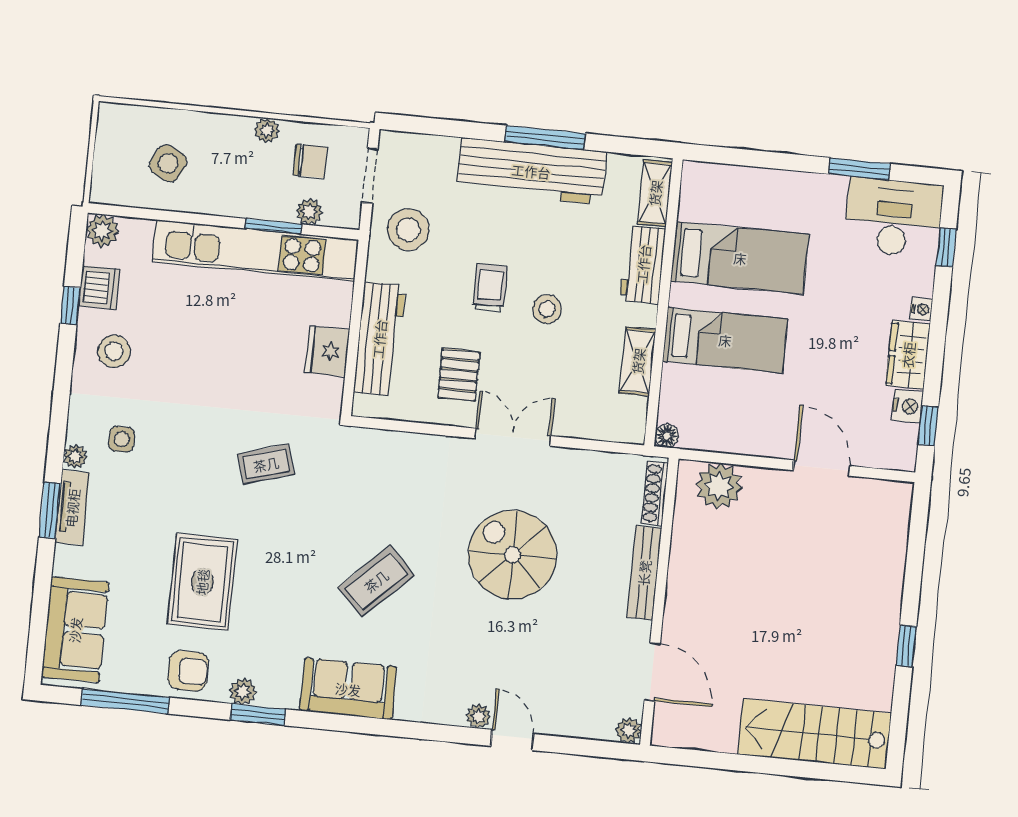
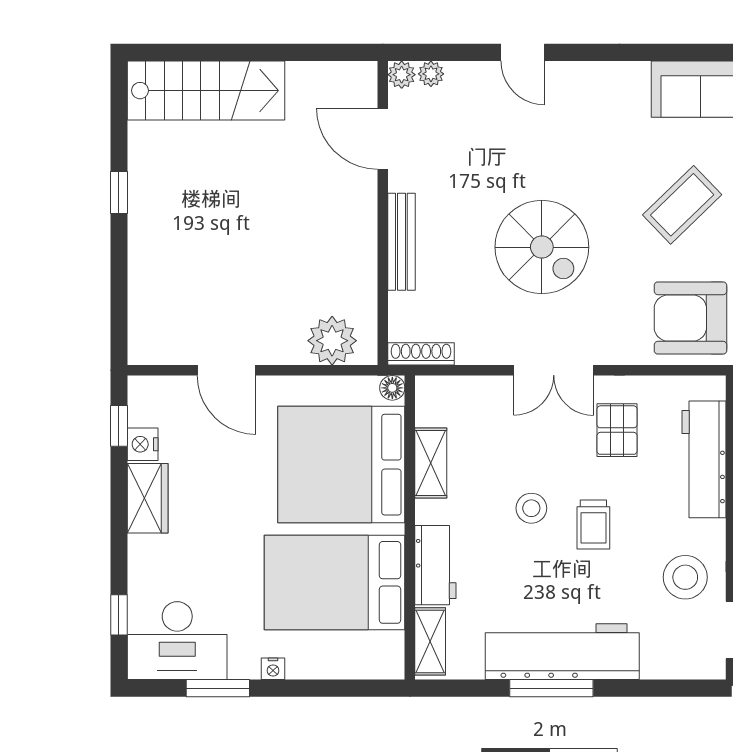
bed: (740, 258) -> (335, 582), width x1.50
nightstand: (921, 309) -> (273, 669), moved, turned -90
bed: (725, 340) -> (341, 465), width x2.04
armchair: (379, 474) -> (690, 318), added
shoe rack: (655, 493) -> (421, 354), moved, turned -90
plant: (478, 716) -> (431, 74), moved

